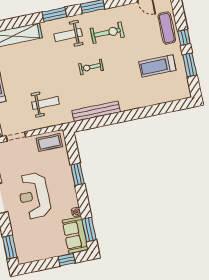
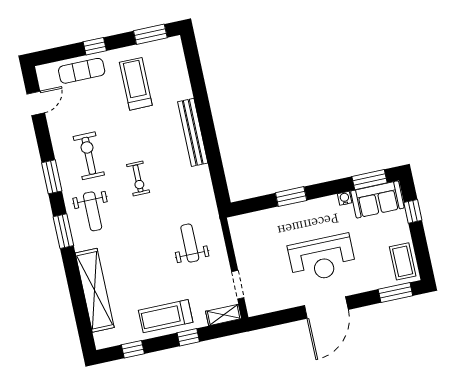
window: (190, 65) -> (150, 34), moved
treadmill: (157, 66) -> (136, 84), turned 180
bench: (96, 111) -> (193, 132), moved
coffee table: (49, 142) -> (403, 261), moved

